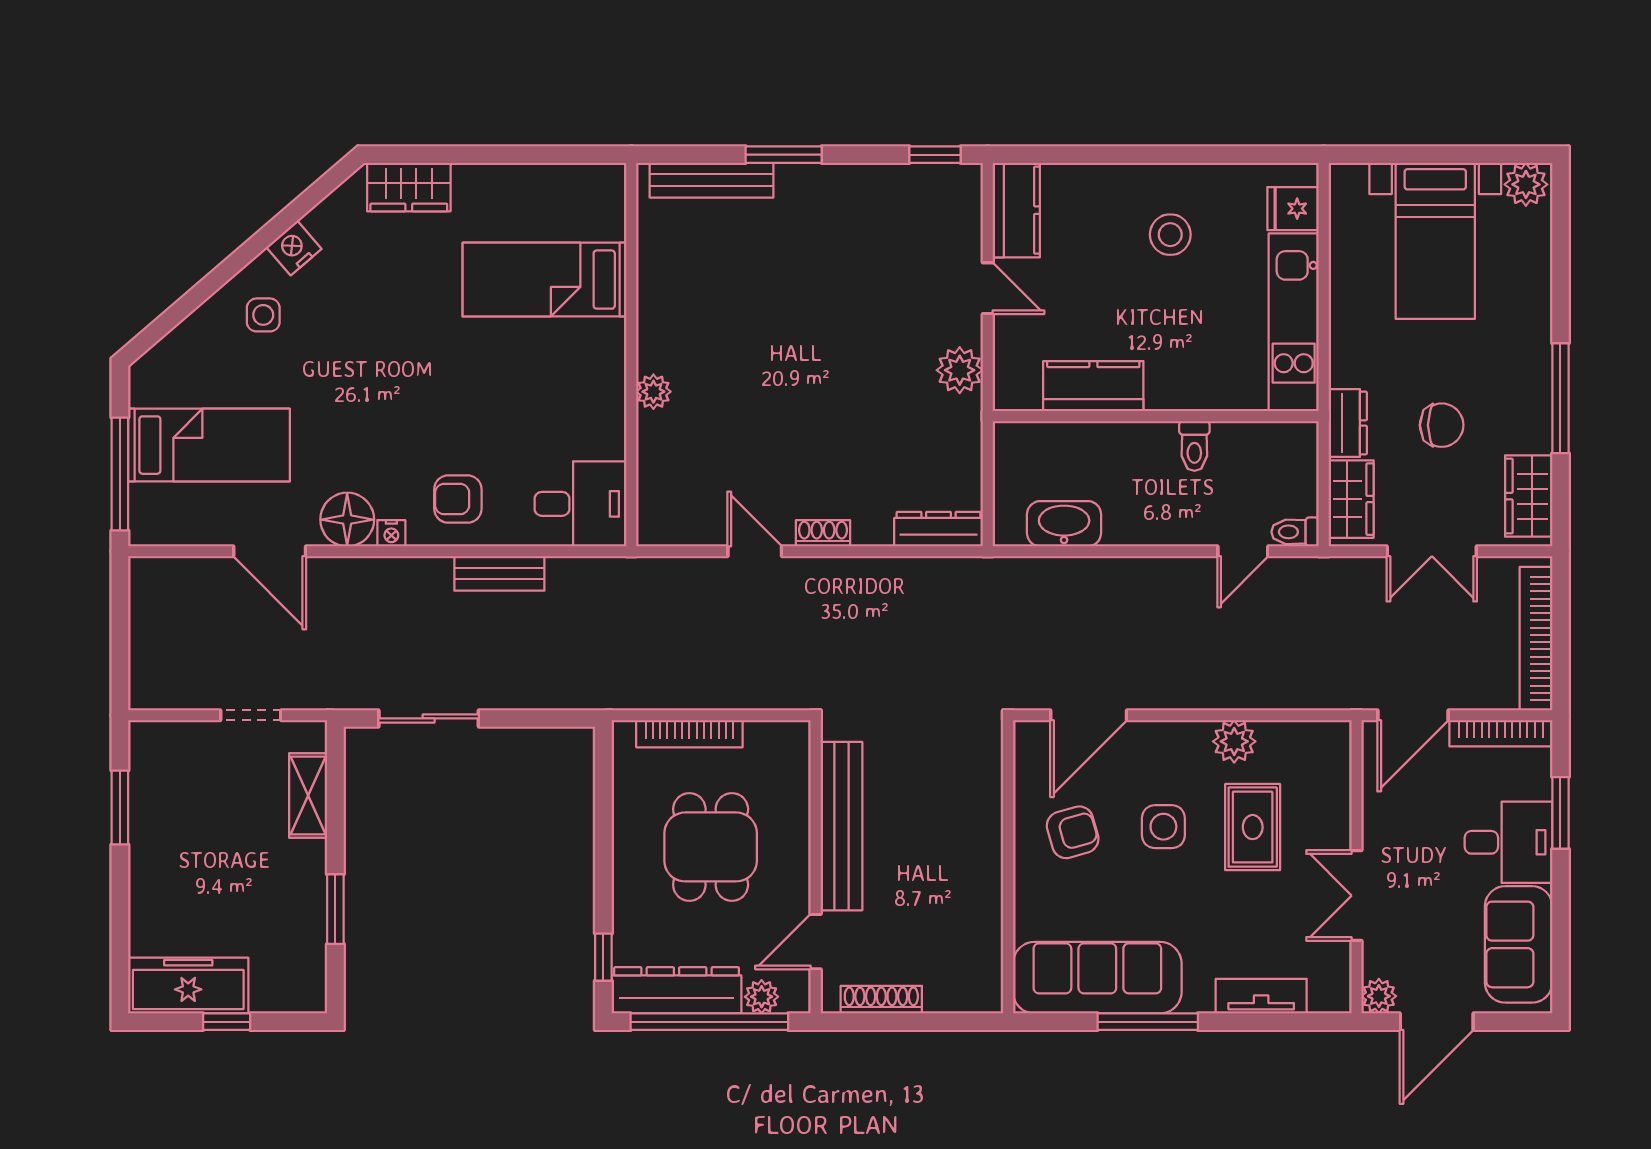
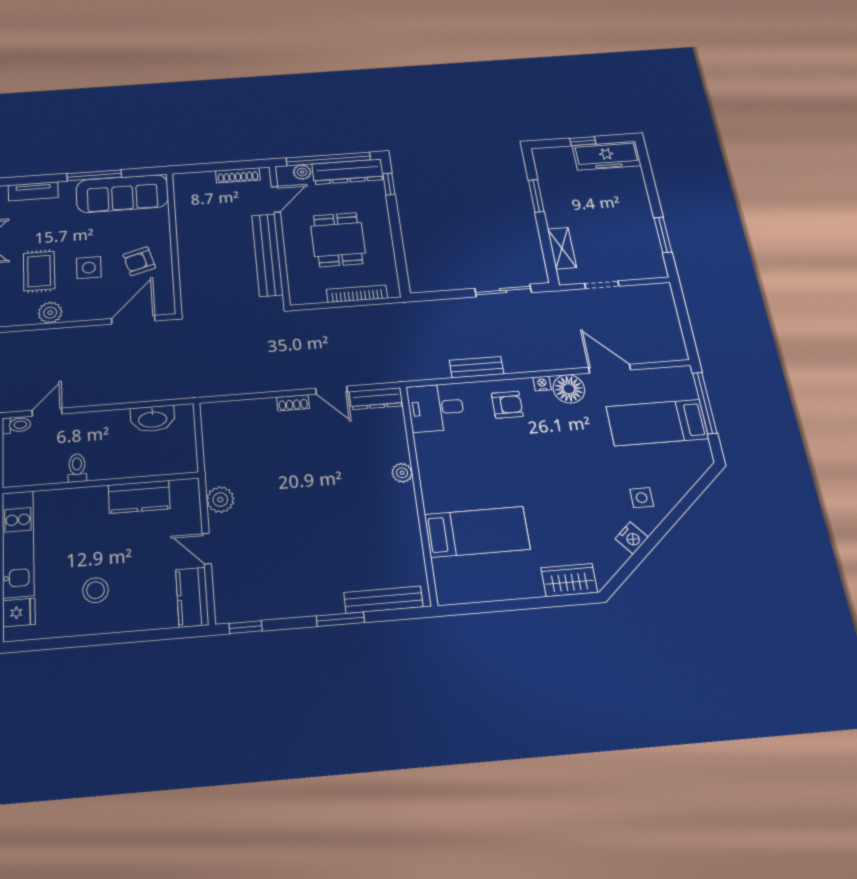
dresser: (938, 529) -> (376, 399), moved

